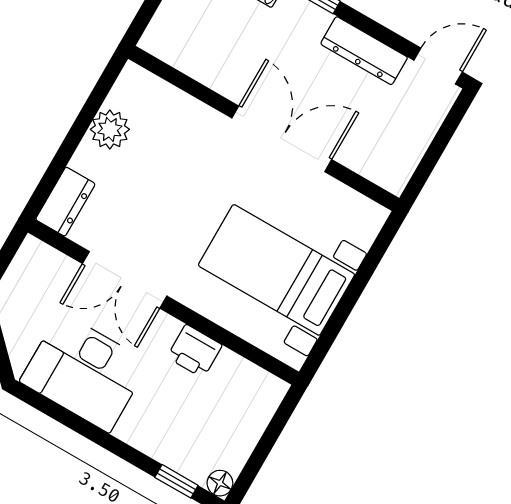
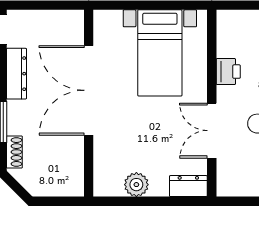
double door: (282, 139) -> (89, 90), width x1.36
double door: (125, 280) -> (212, 131), swing flipped

